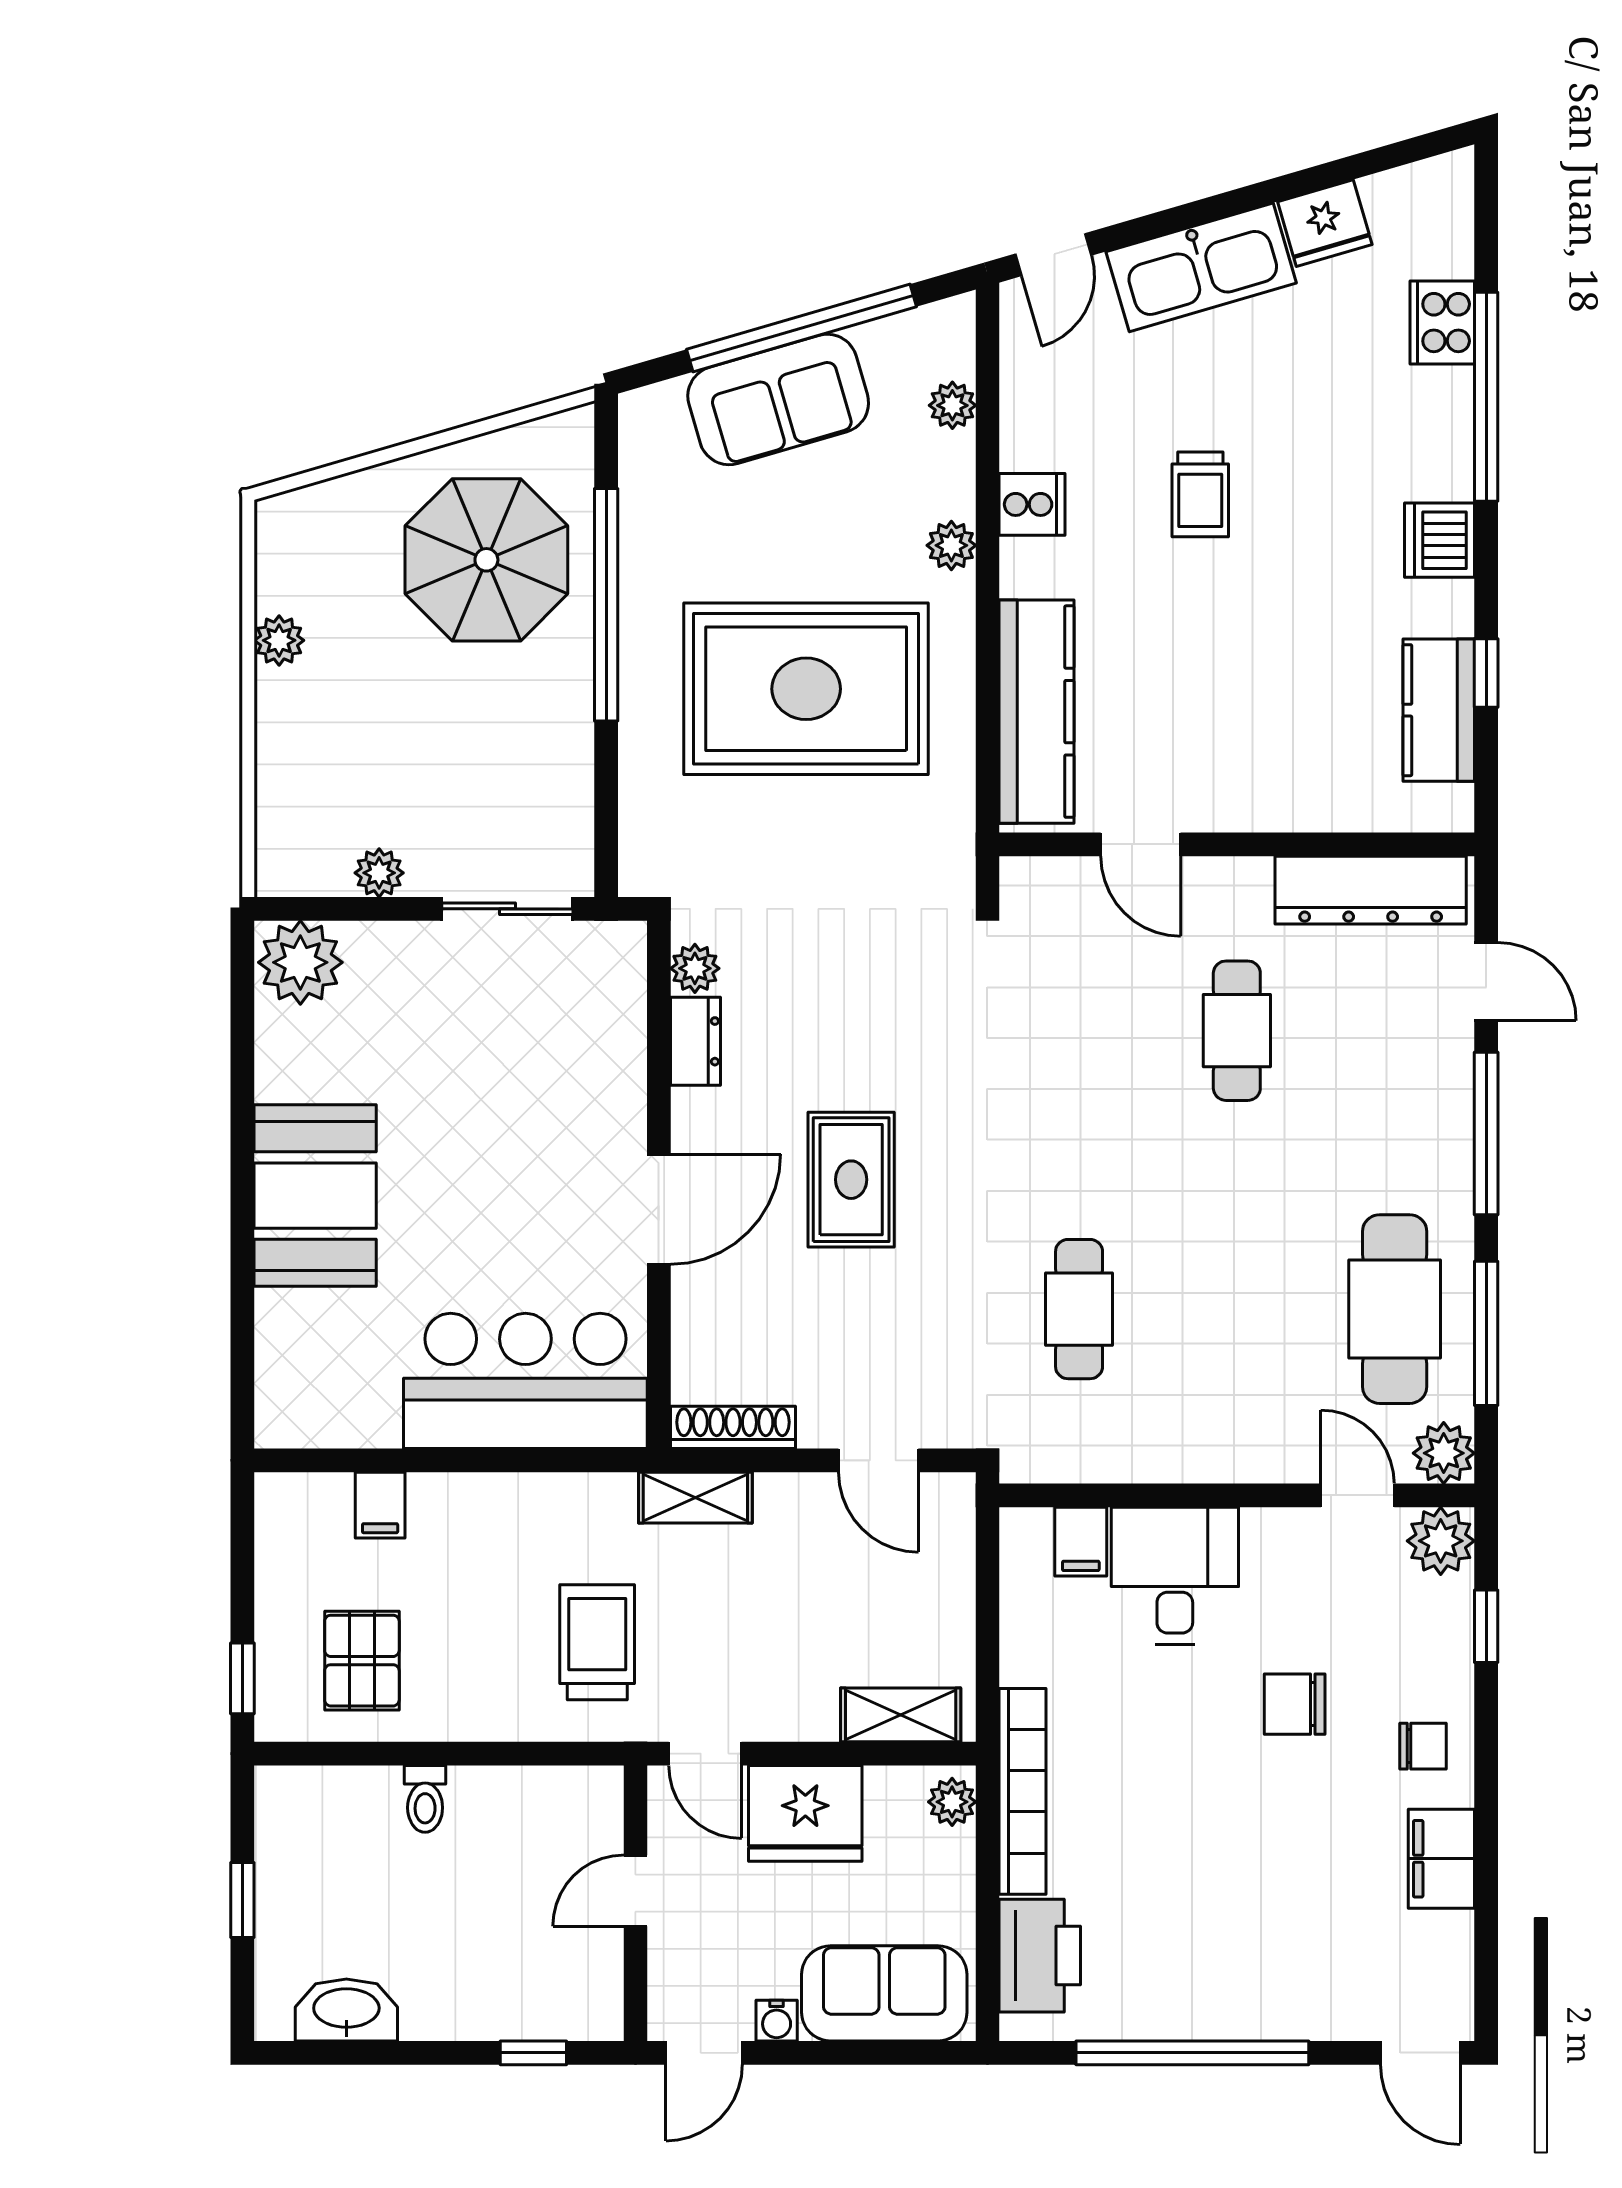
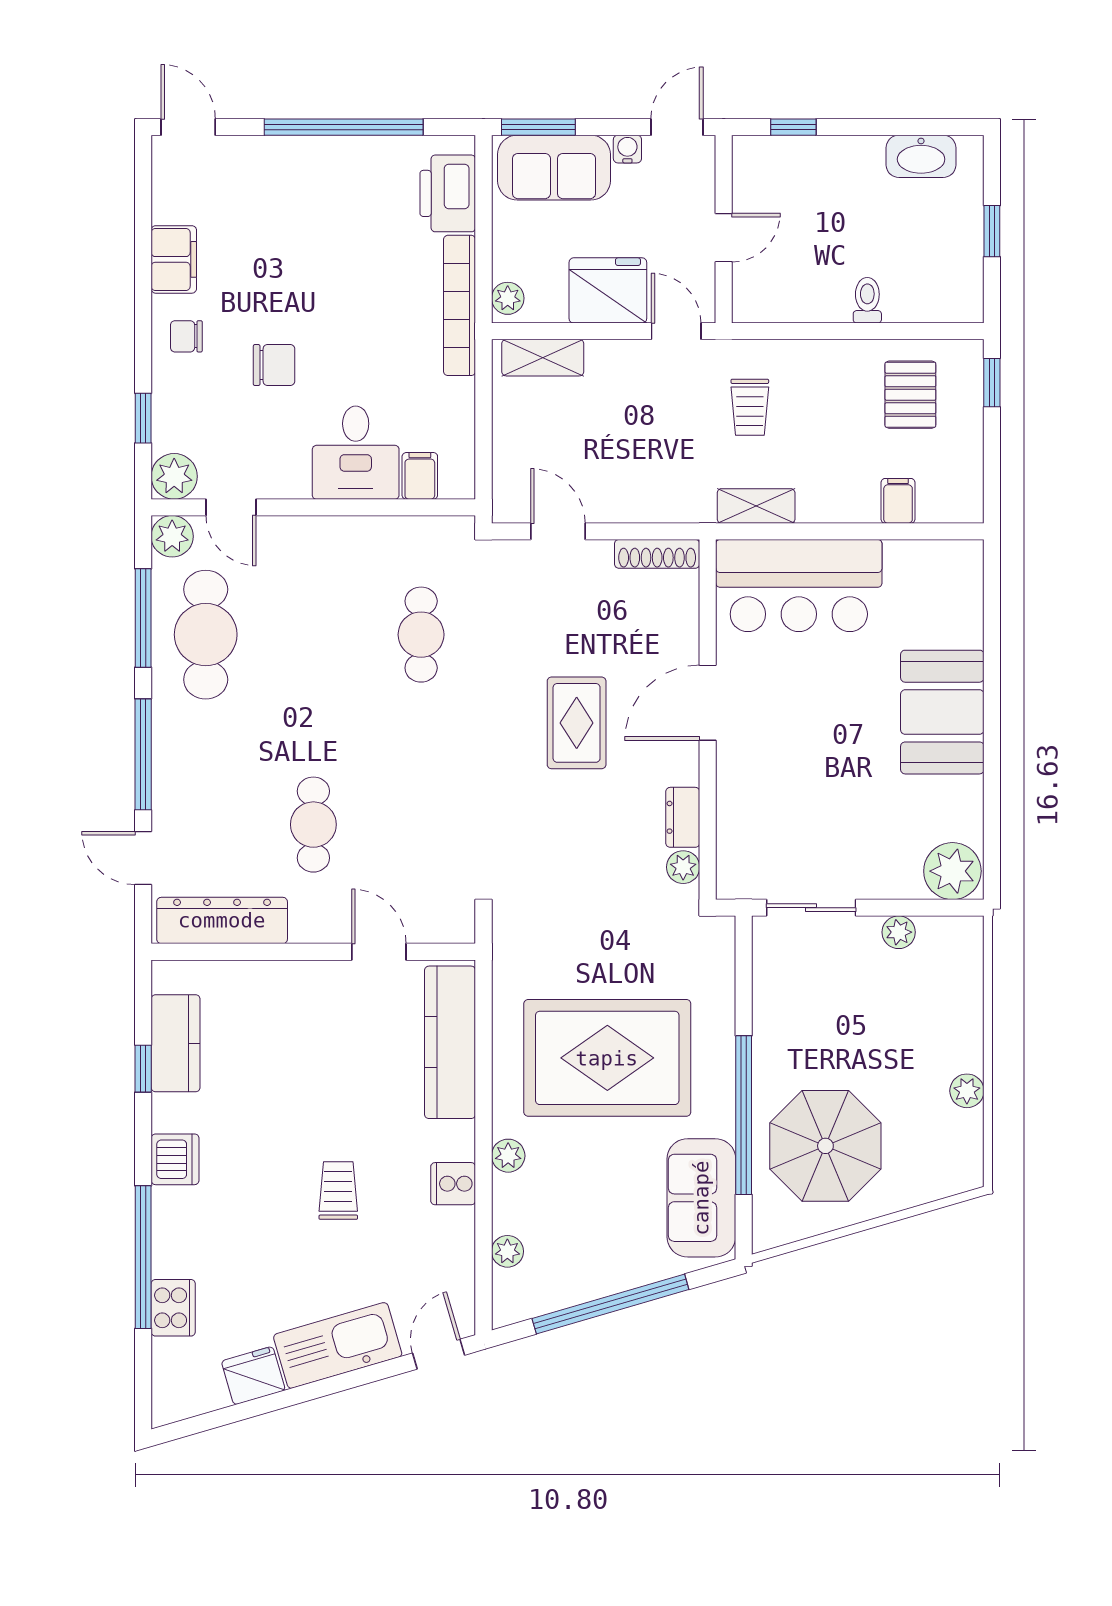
sofa: (778, 399) -> (701, 1198), moved, turned -74
shelving: (695, 1498) -> (756, 506), moved
trolley: (597, 1642) -> (750, 407), width x0.73, depth x0.72
window: (907, 2053) -> (538, 127), added

